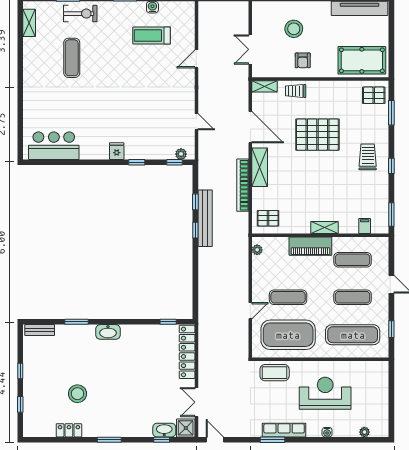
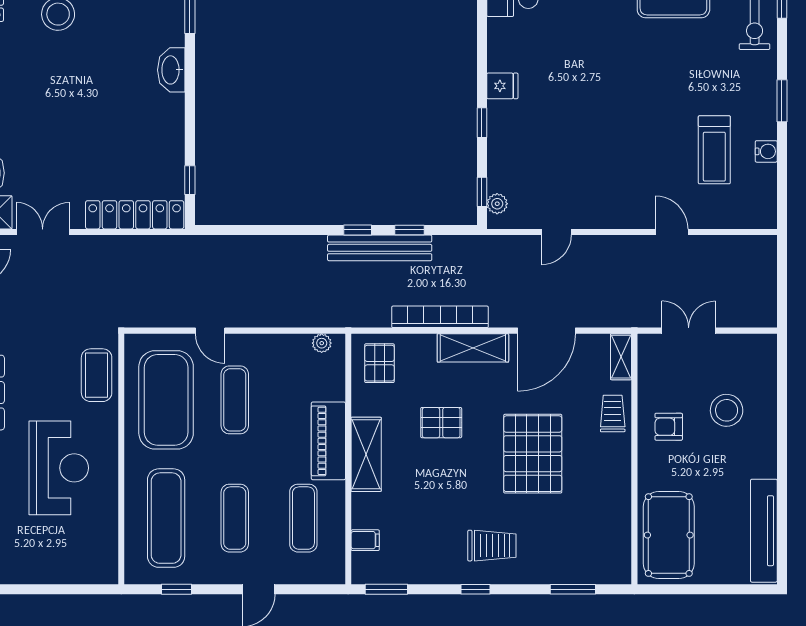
treadmill: (152, 35) -> (714, 150), turned 180
pallet: (374, 95) -> (441, 423), moved, turned 90
shelving: (325, 228) -> (366, 454), width x1.50, depth x1.33

